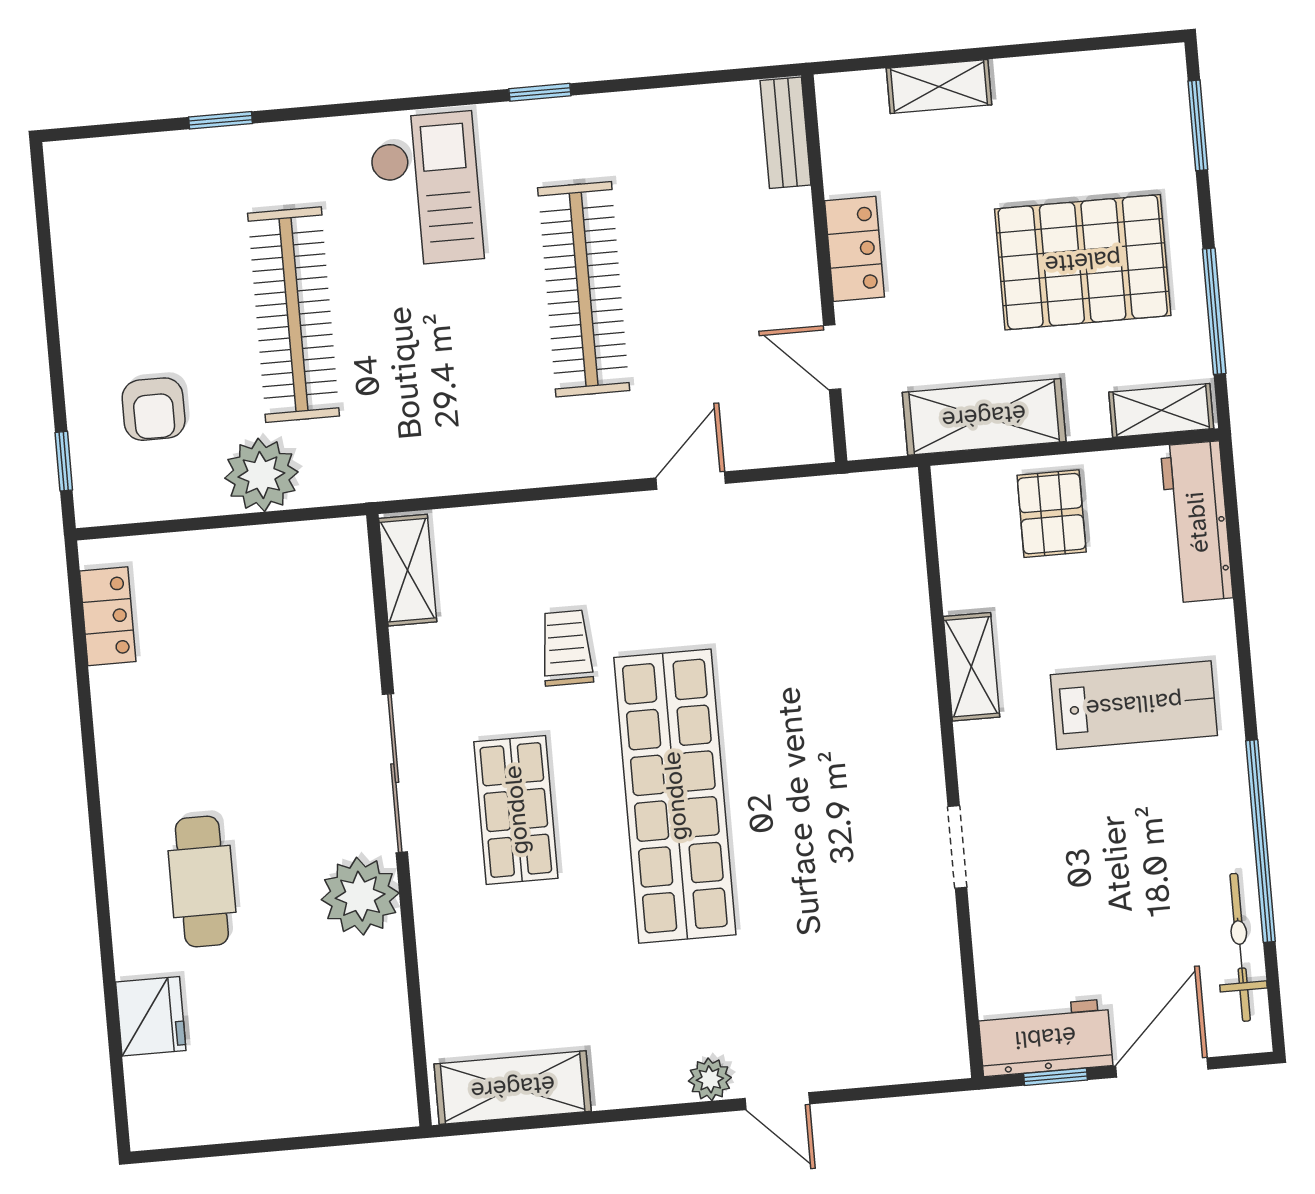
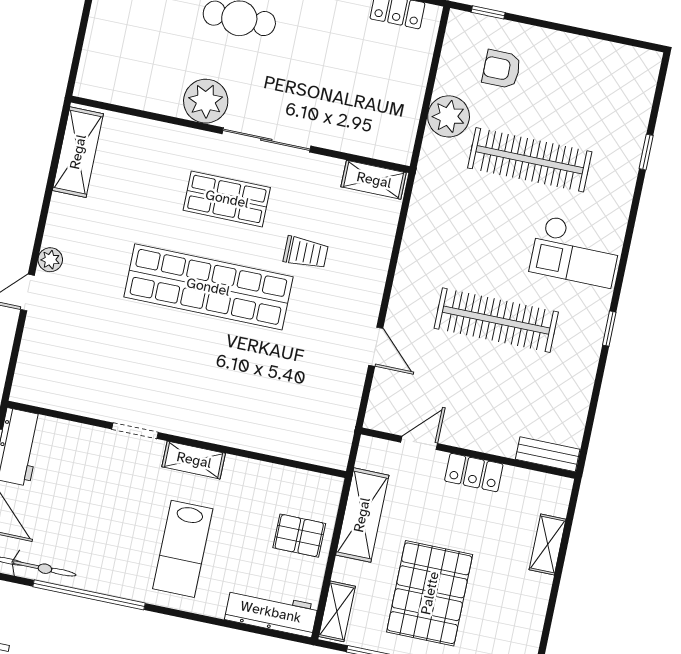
shelving: (971, 667) -> (194, 460), moved

